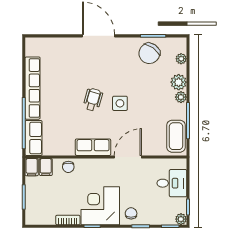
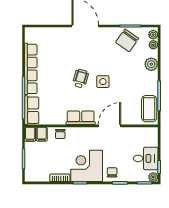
plant: (181, 97) -> (153, 35), moved
desk: (172, 183) -> (146, 158), moved

